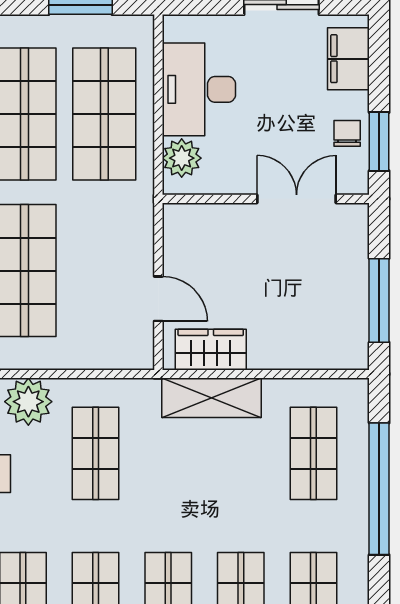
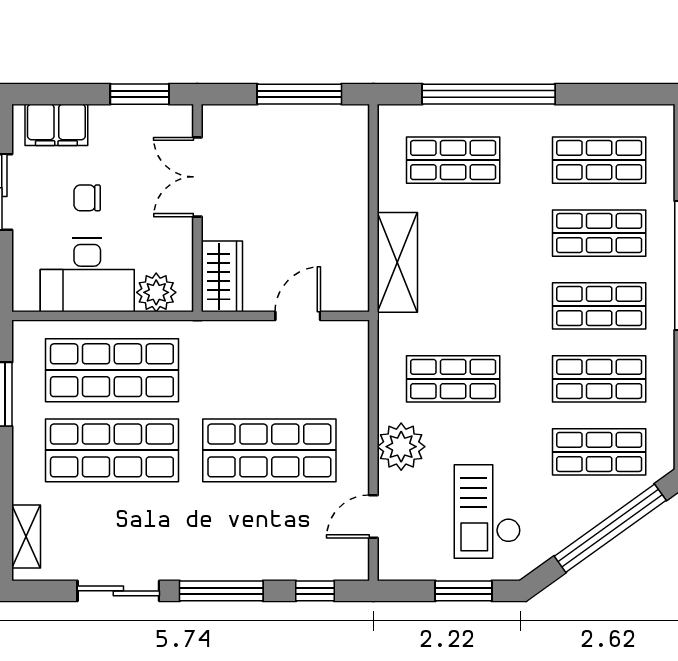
chair: (347, 133) -> (87, 198), moved
wardrobe: (211, 350) -> (222, 276), moved, turned 180

